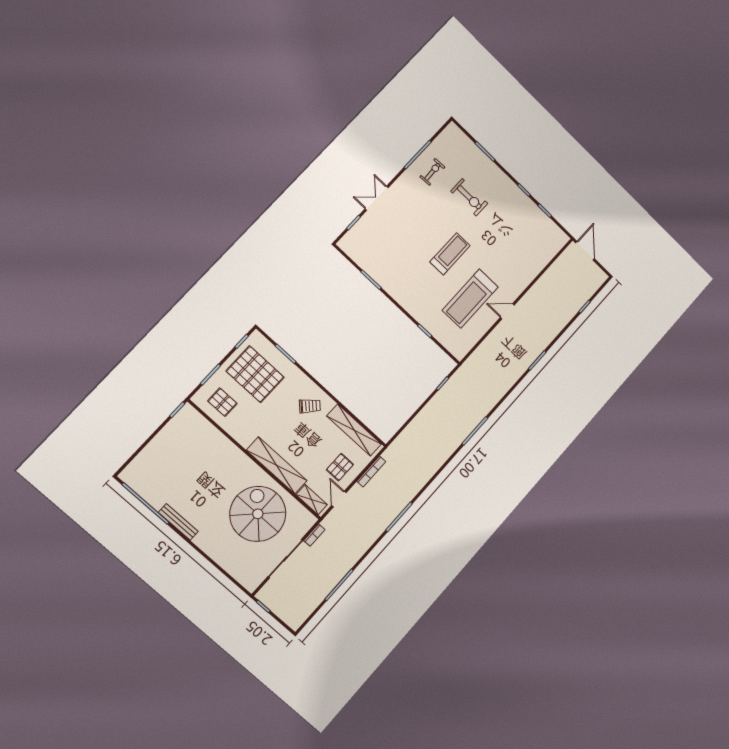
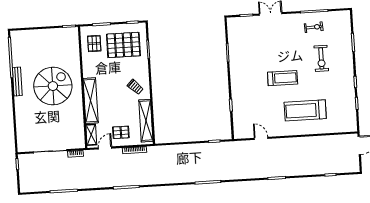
treadmill: (470, 299) -> (305, 110), moved
door: (507, 311) -> (261, 138), moved
pallet: (255, 374) -> (123, 45), turned 90
spiral stairs: (258, 514) -> (53, 86), moved

